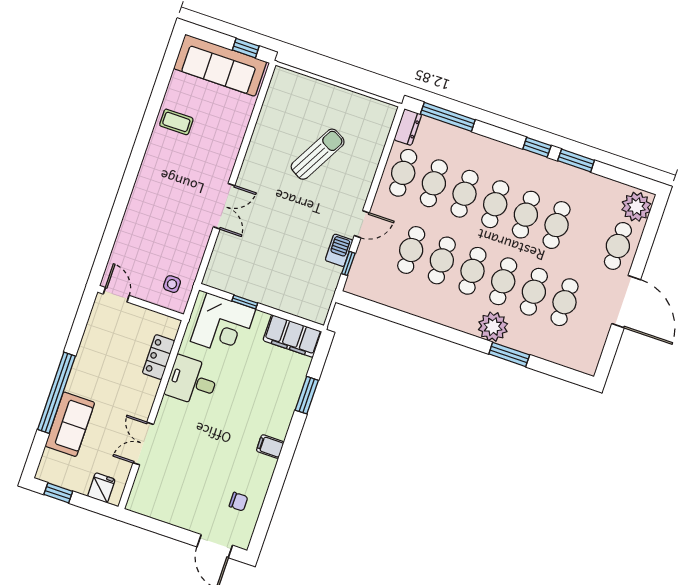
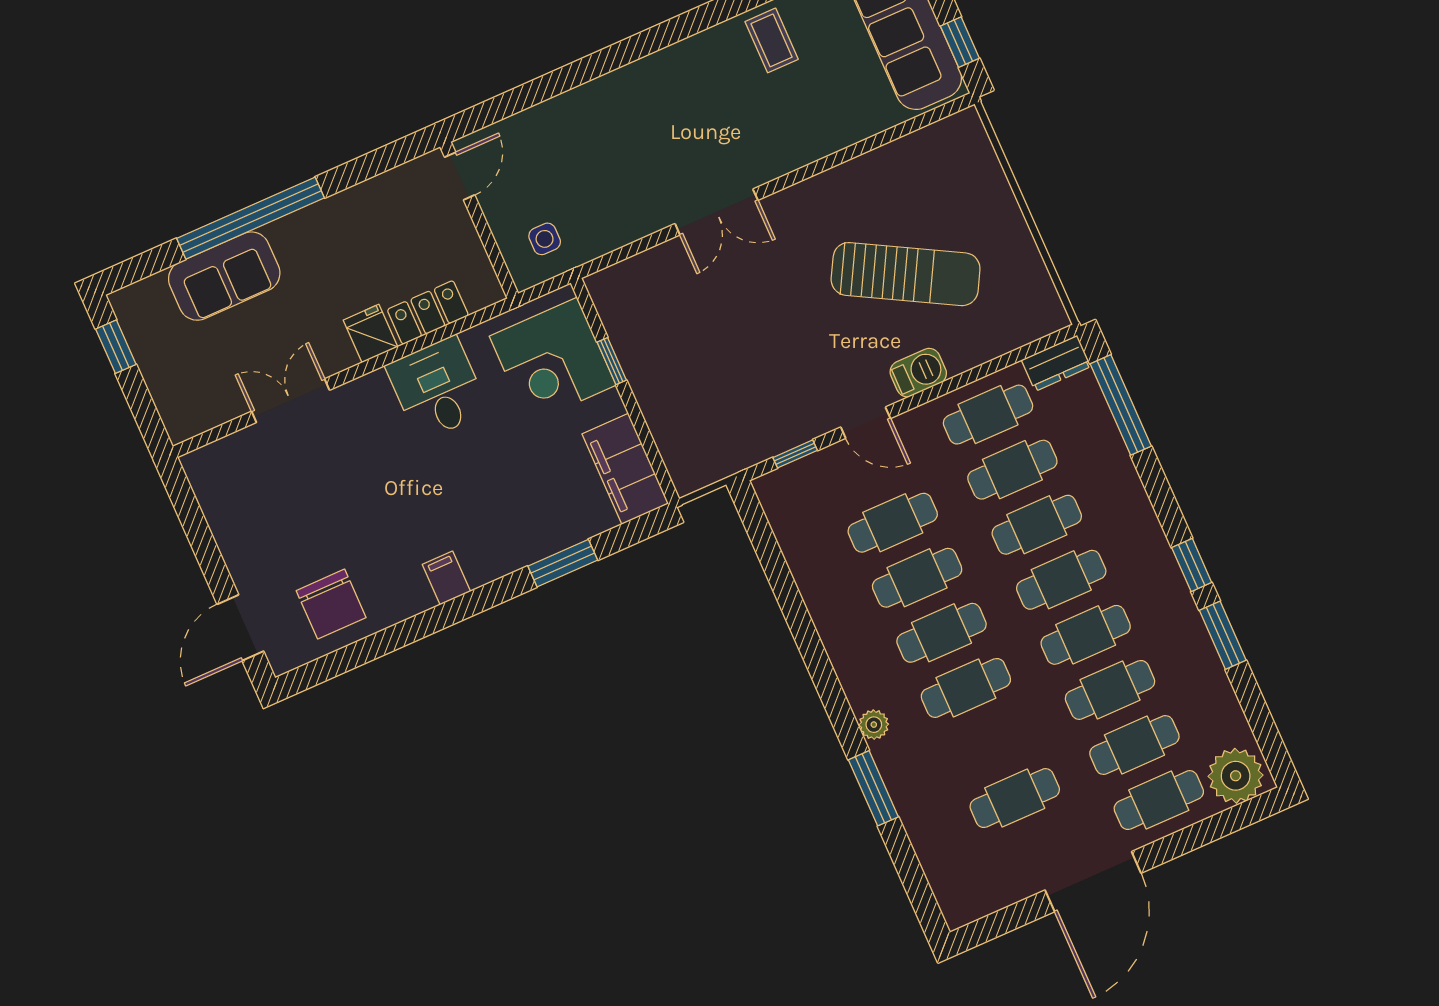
sun lounger: (318, 154) -> (906, 274), width x1.36, depth x1.34
barbecue: (339, 250) -> (918, 373), moved
cafe table: (534, 292) -> (1134, 745), moved
plant: (493, 327) -> (874, 725), width x0.53, depth x0.53
fridge: (101, 488) -> (370, 334), moved, turned -90
chair: (238, 502) -> (331, 604), width x1.87, depth x1.87

